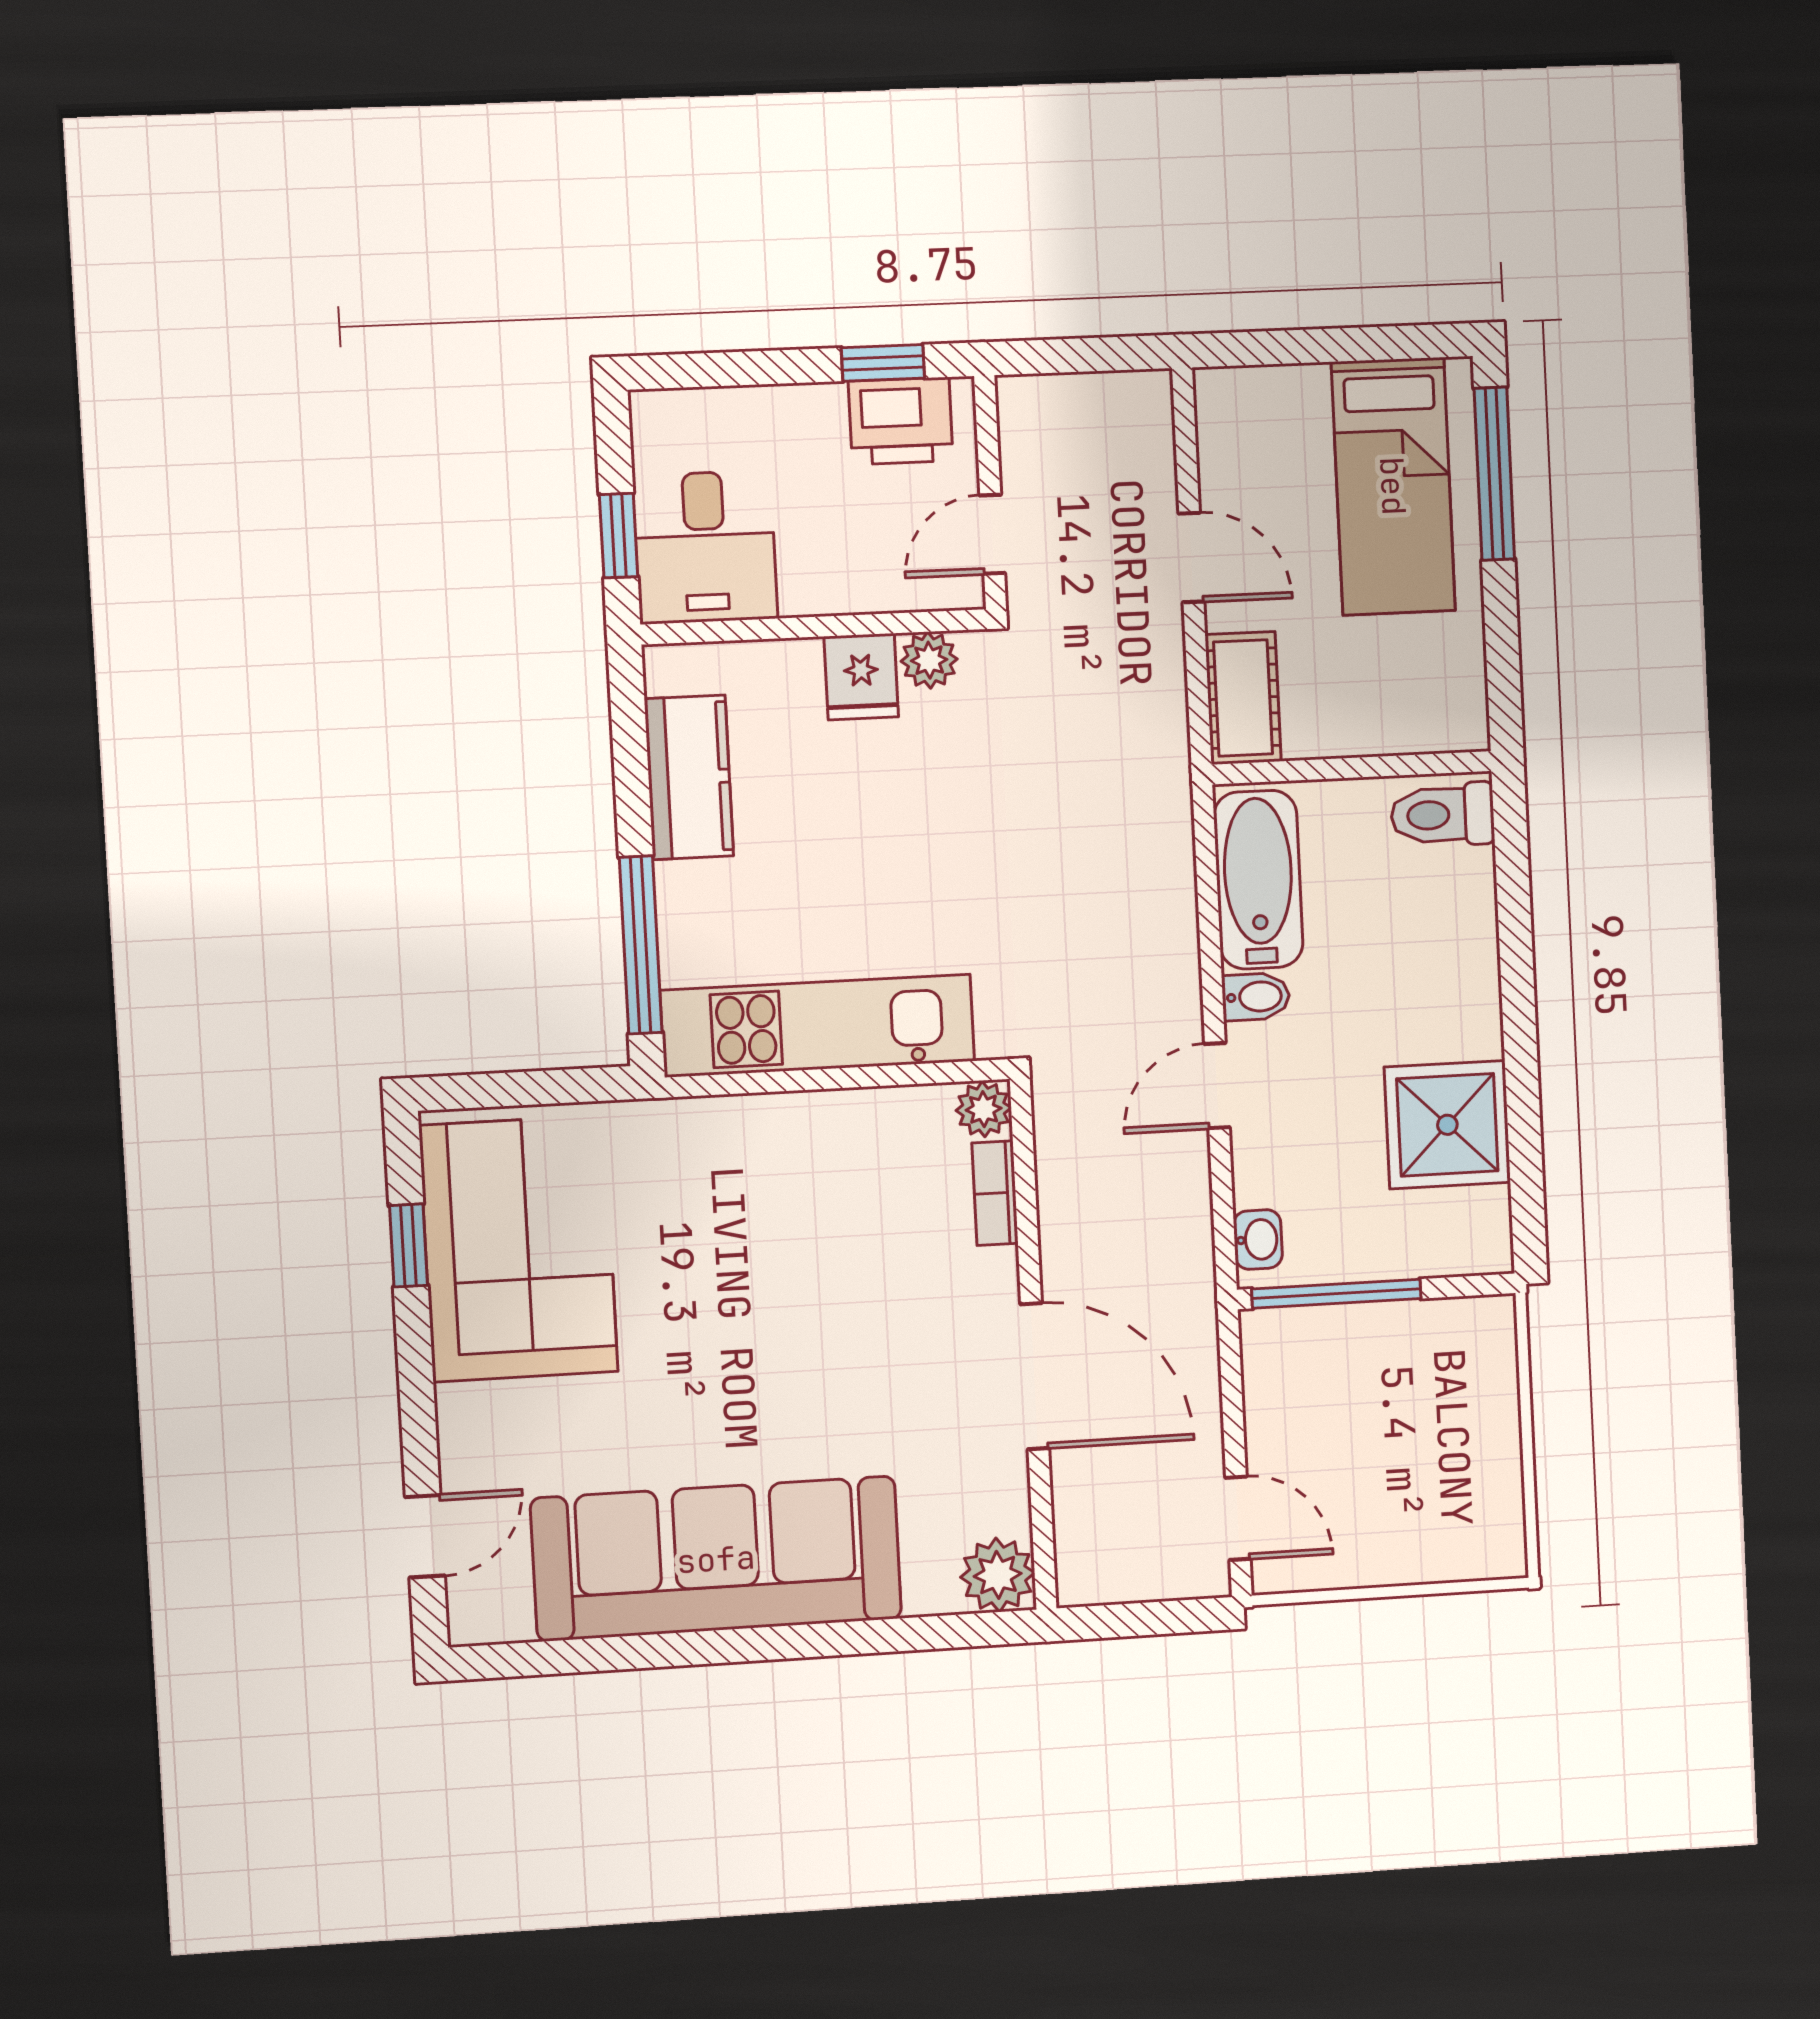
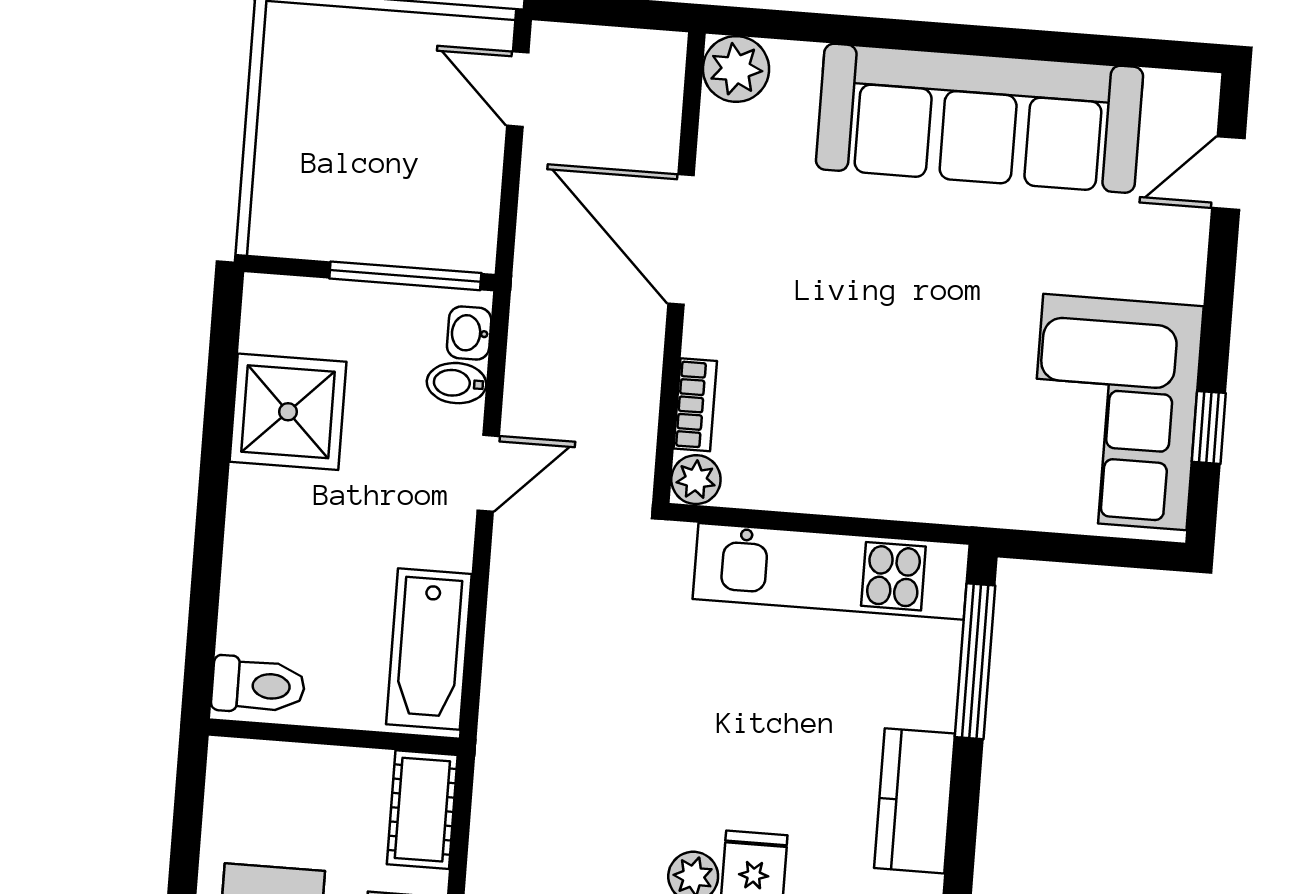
bidet: (1256, 997) -> (457, 383), moved

